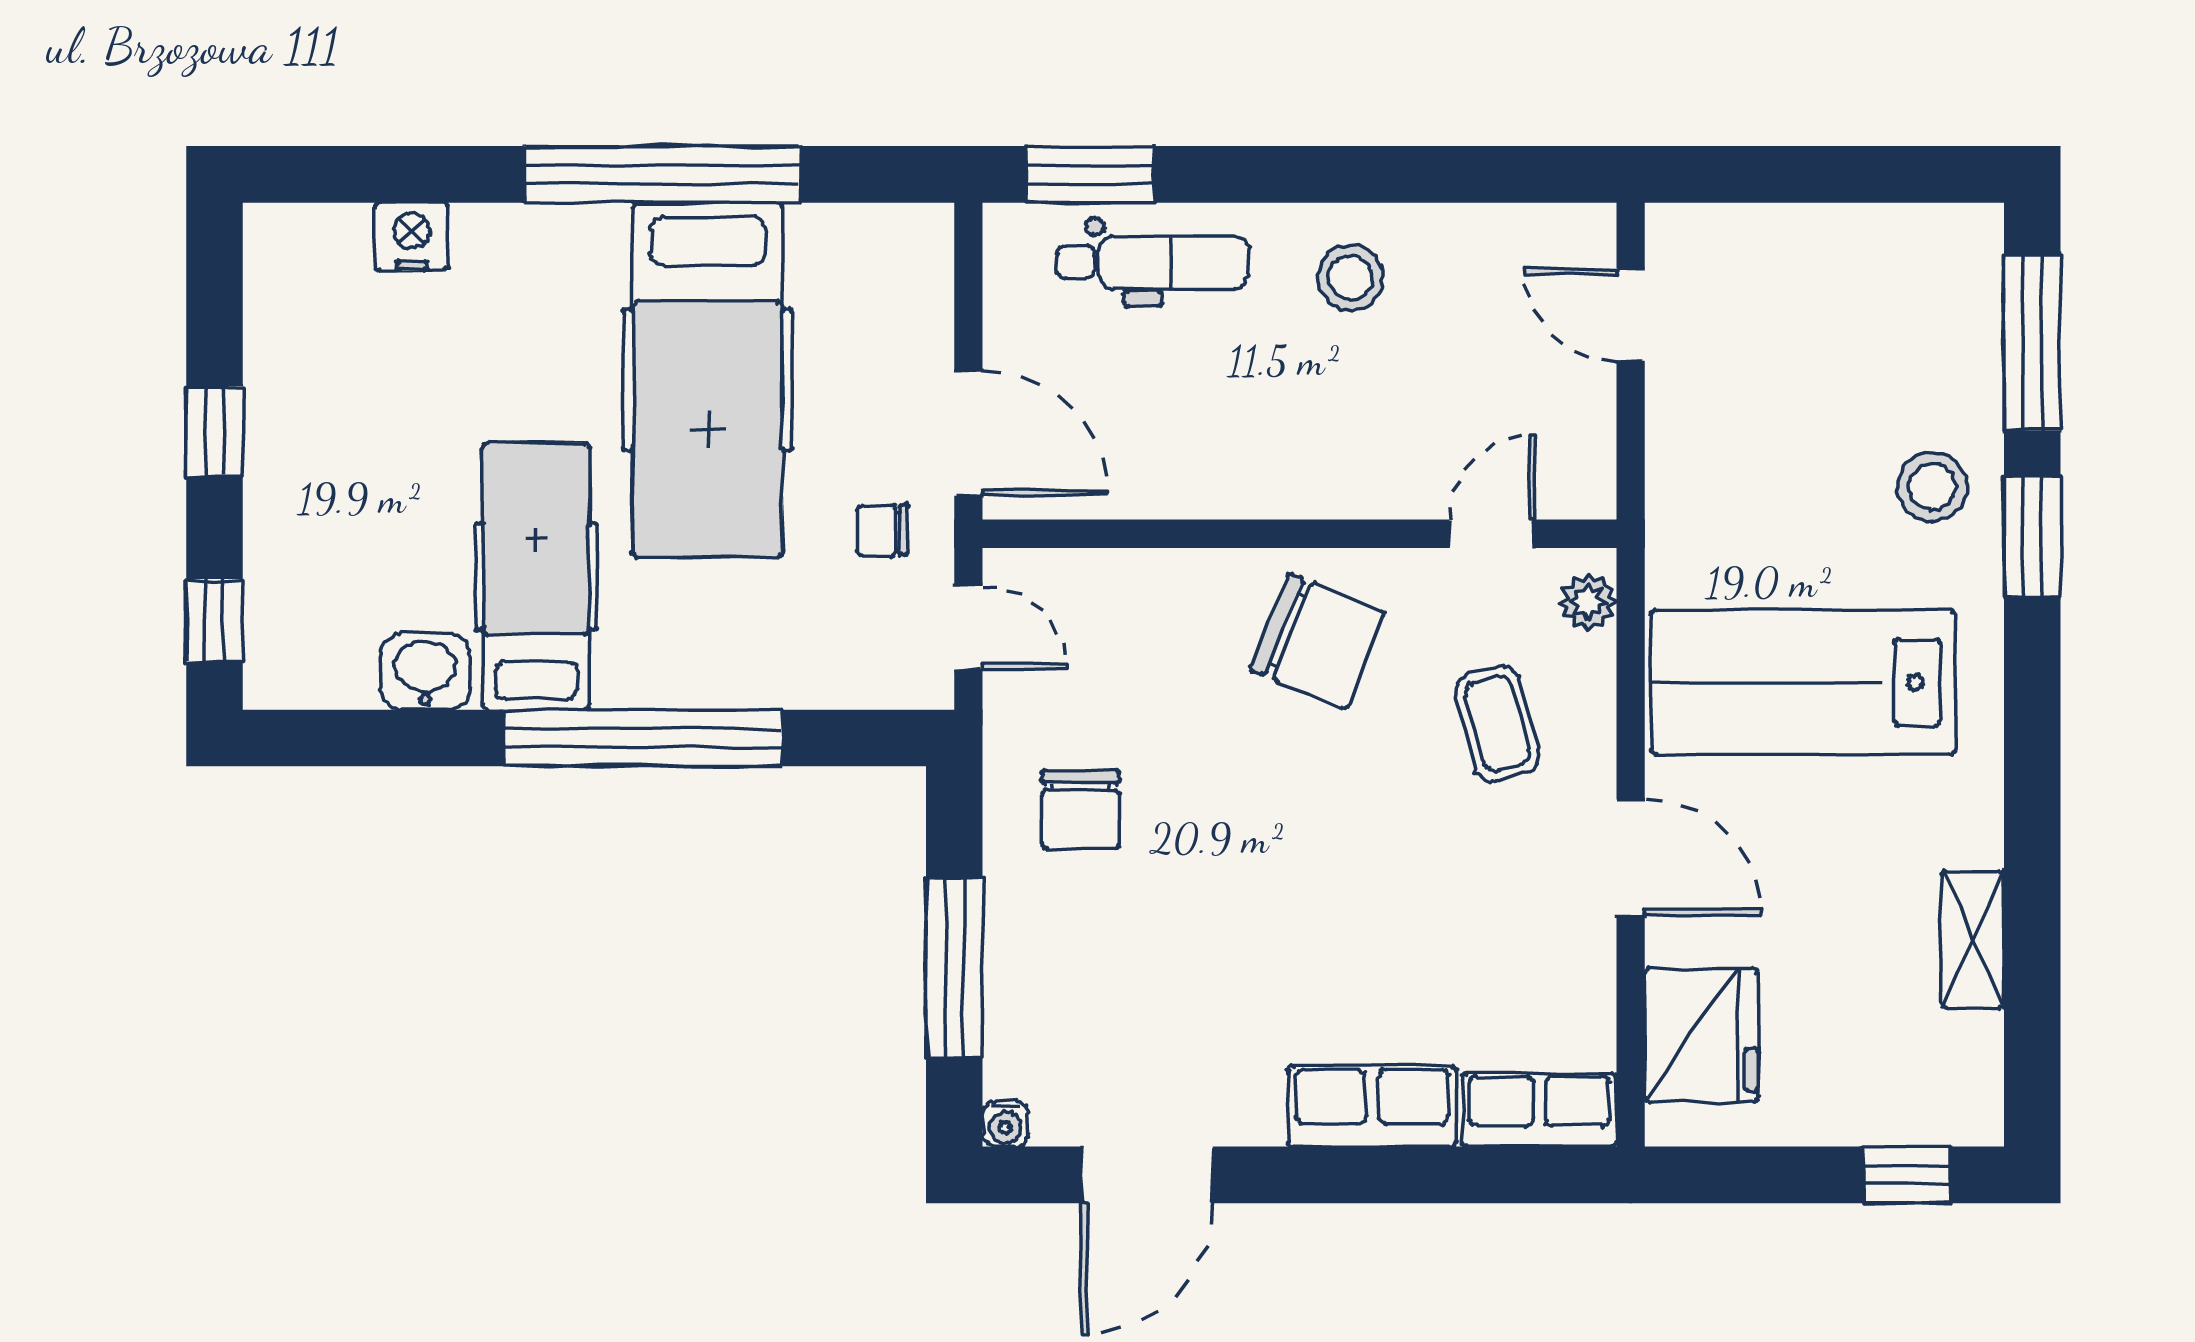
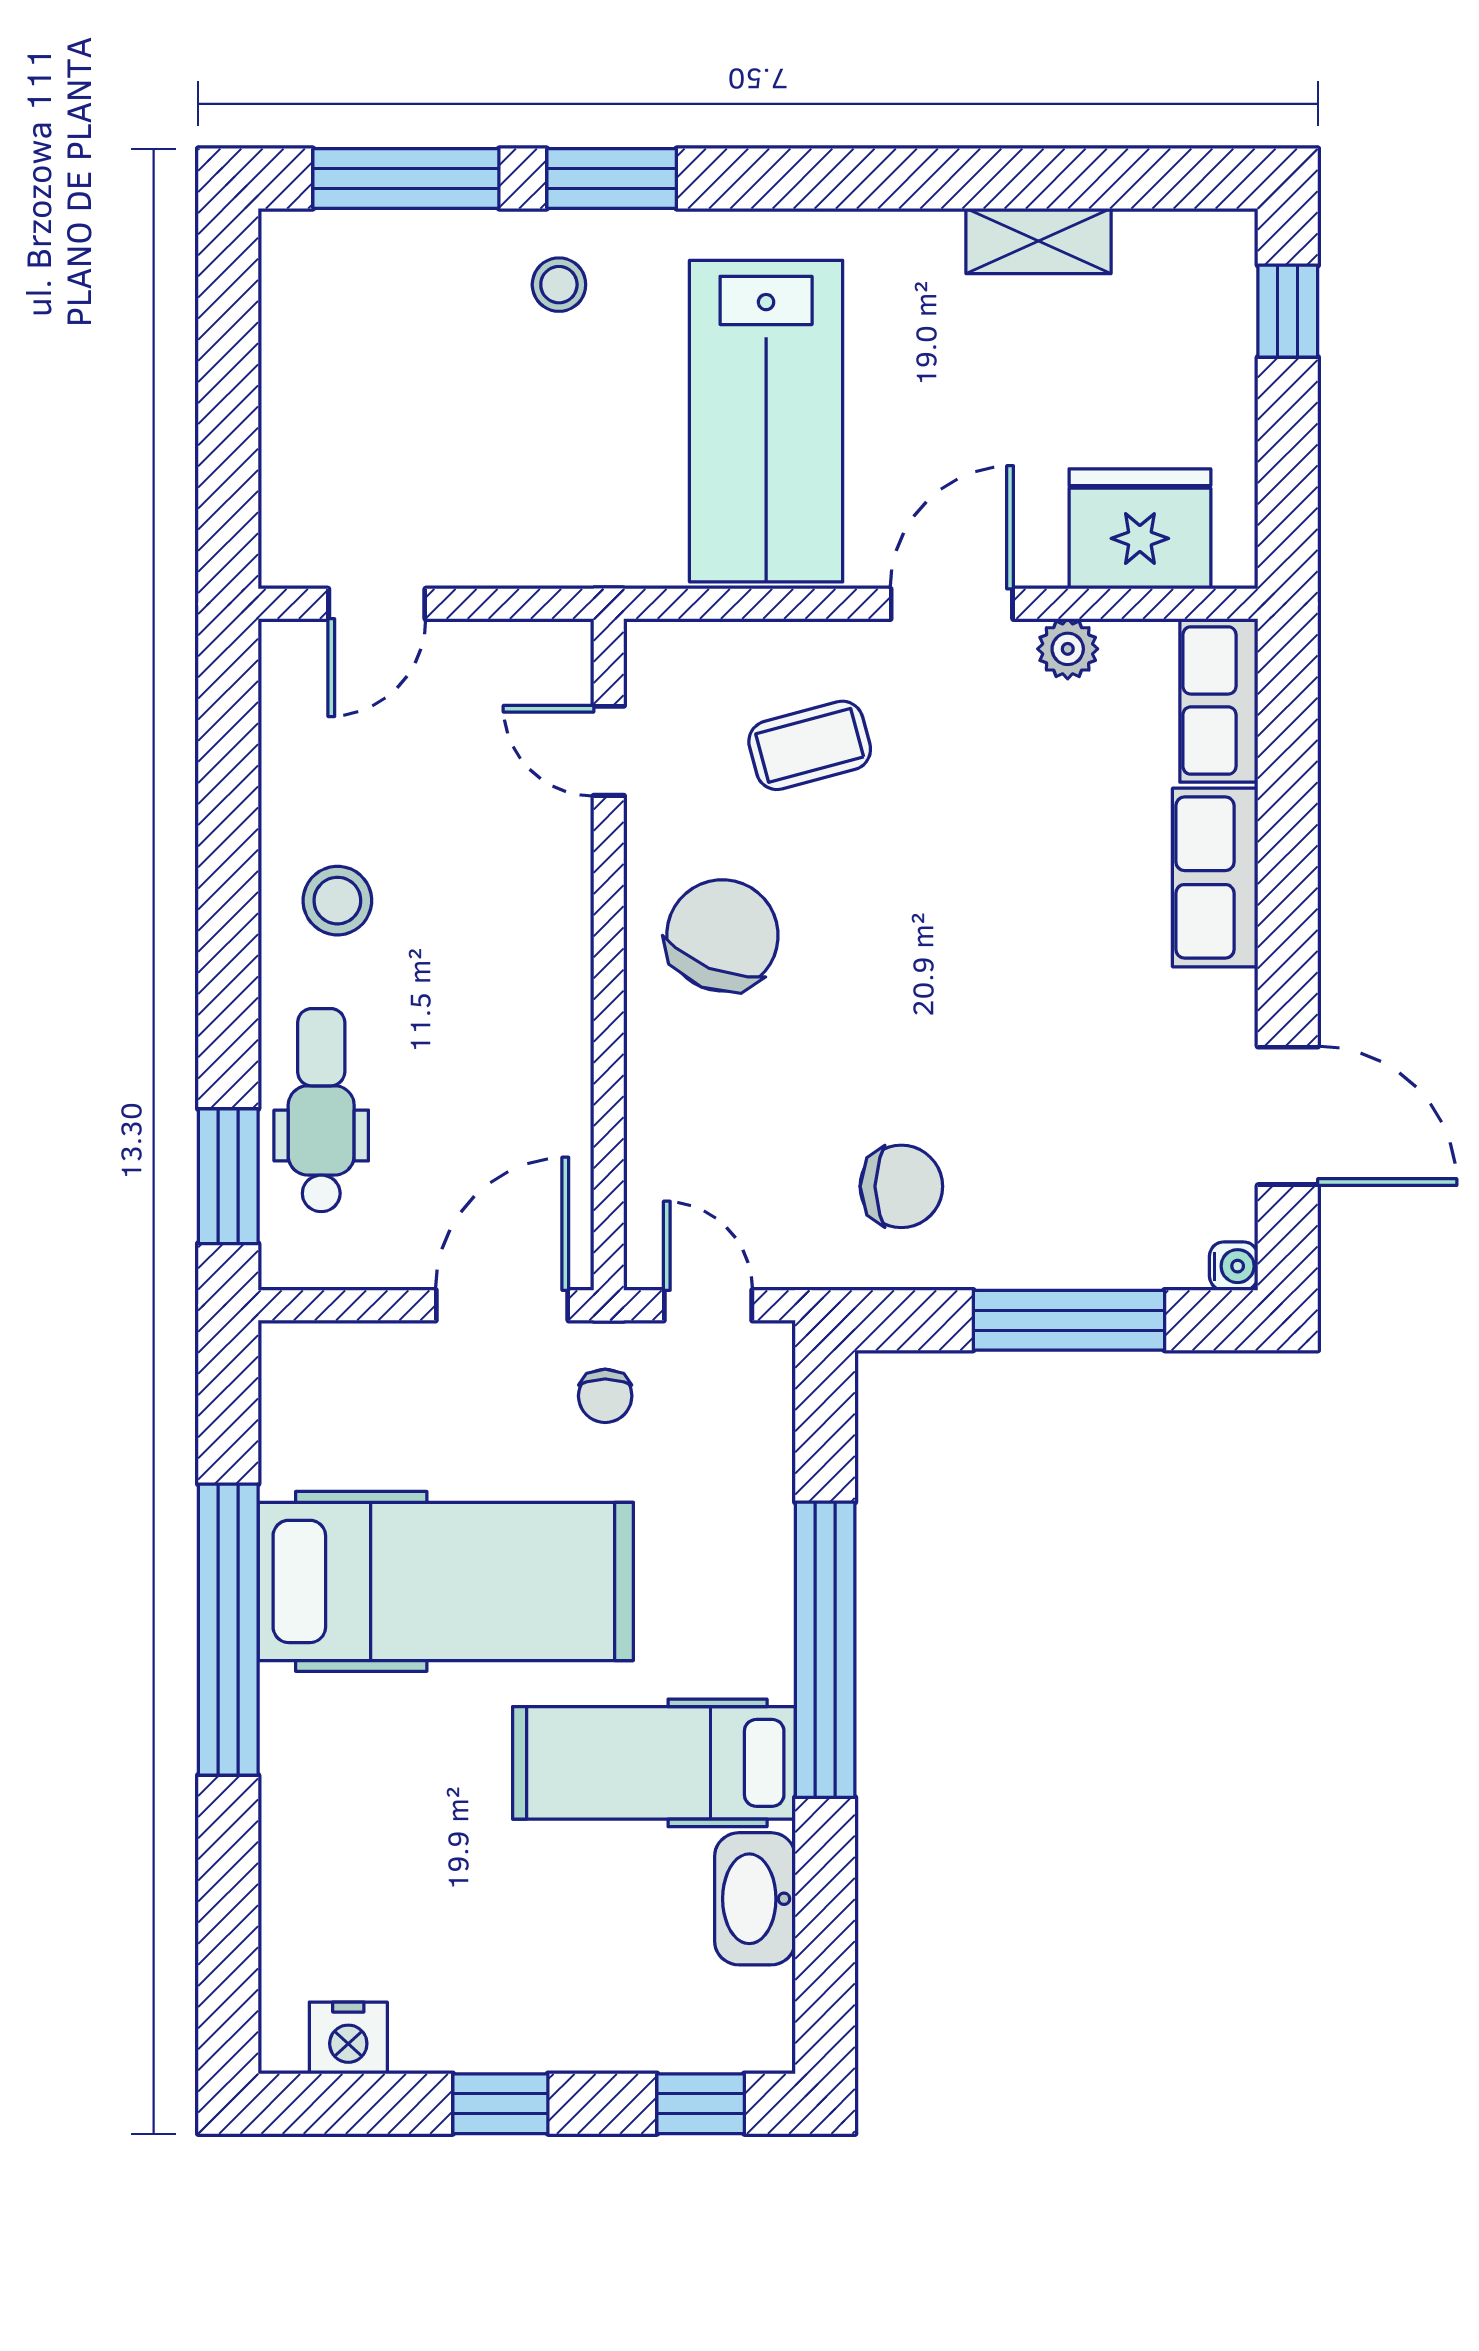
nightstand: (412, 236) -> (348, 2038), moved, turned -90
stool: (1932, 487) -> (559, 285), width x0.73, depth x0.73
plant: (1588, 602) -> (1068, 649), moved
door: (968, 627) -> (708, 1305), hinge flipped
washbasin: (425, 672) -> (755, 1899), width x1.38

